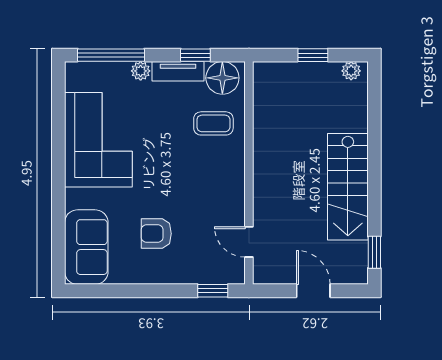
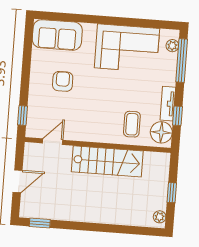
plant: (141, 71) -> (172, 46), moved
stairs: (348, 187) -> (107, 161), moved, turned 180

